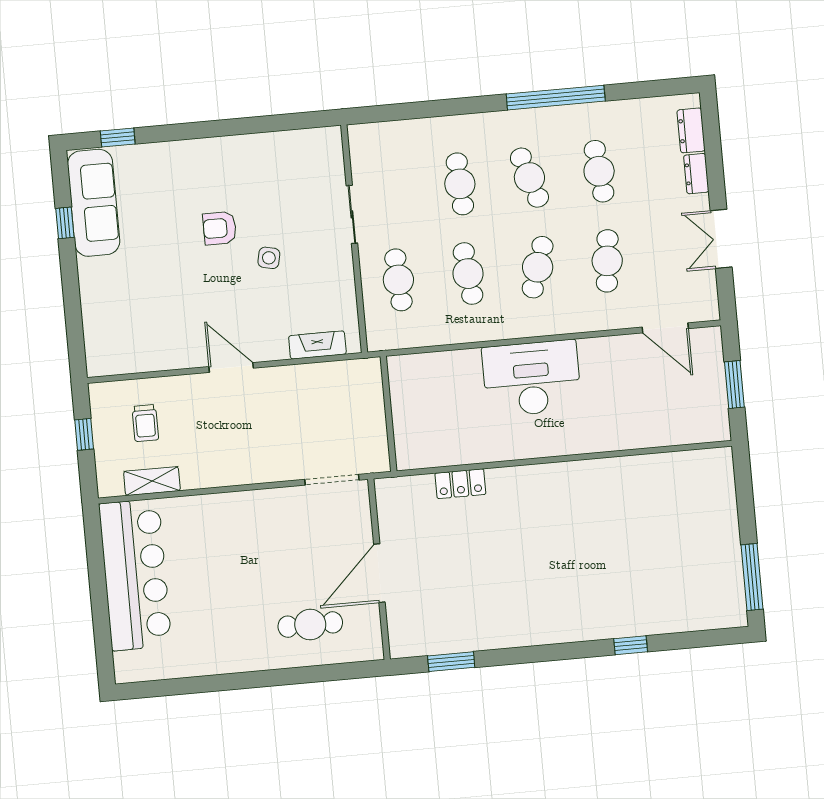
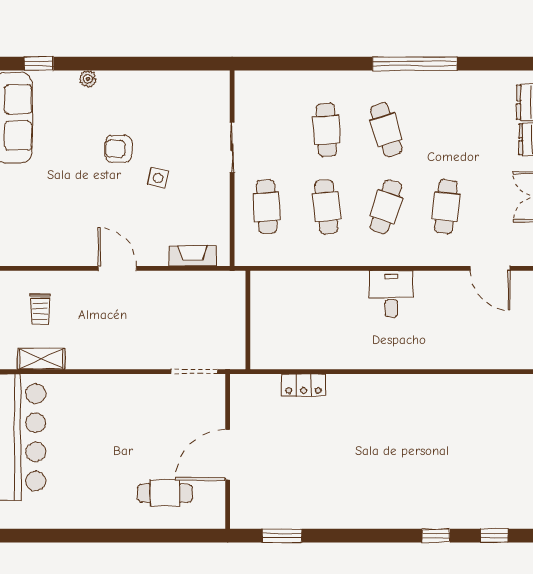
plant: (177, 150) -> (88, 79), added
cafe table: (599, 171) -> (446, 130), removed
desk: (532, 378) -> (391, 294), width x0.53, depth x0.77
window: (699, 639) -> (494, 536), added

